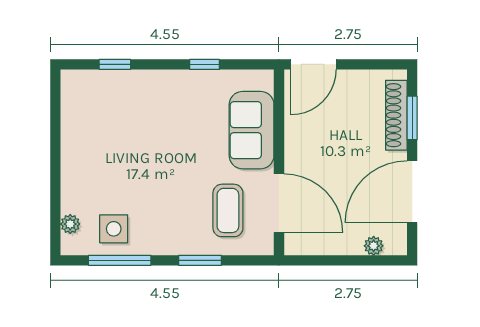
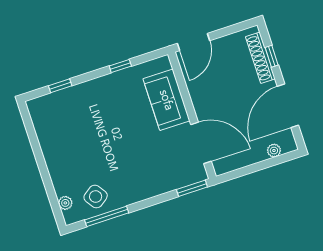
window: (412, 118) -> (272, 56), width x0.67
coffee table: (228, 210) -> (168, 159), removed
side table: (114, 229) -> (96, 197), turned -35
window: (200, 260) -> (192, 188), moved

